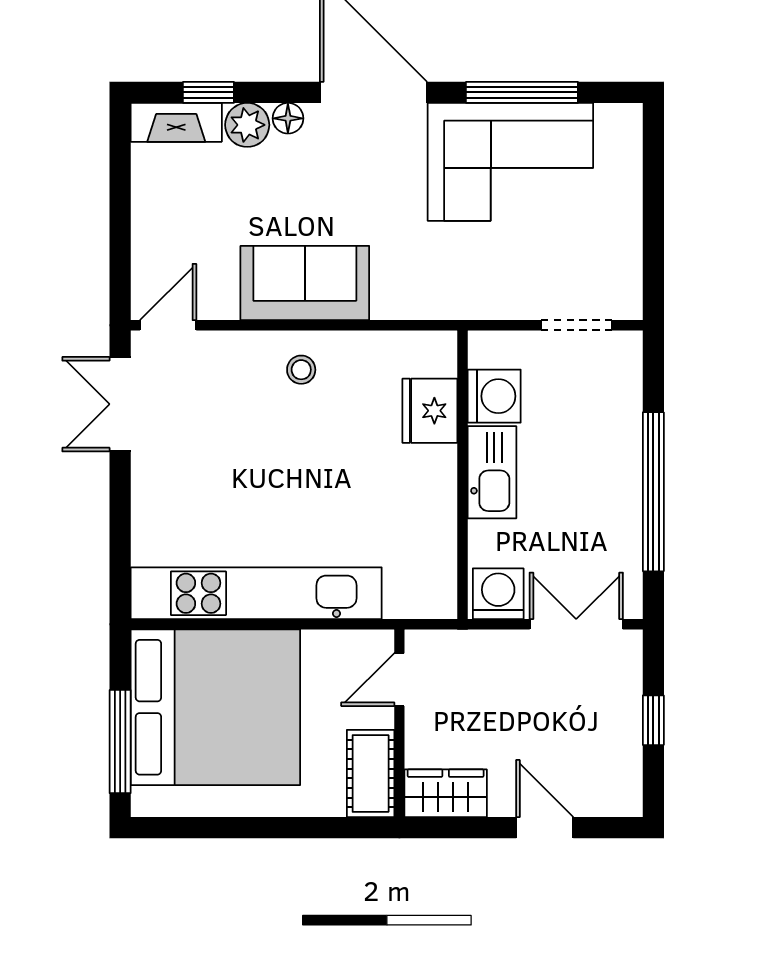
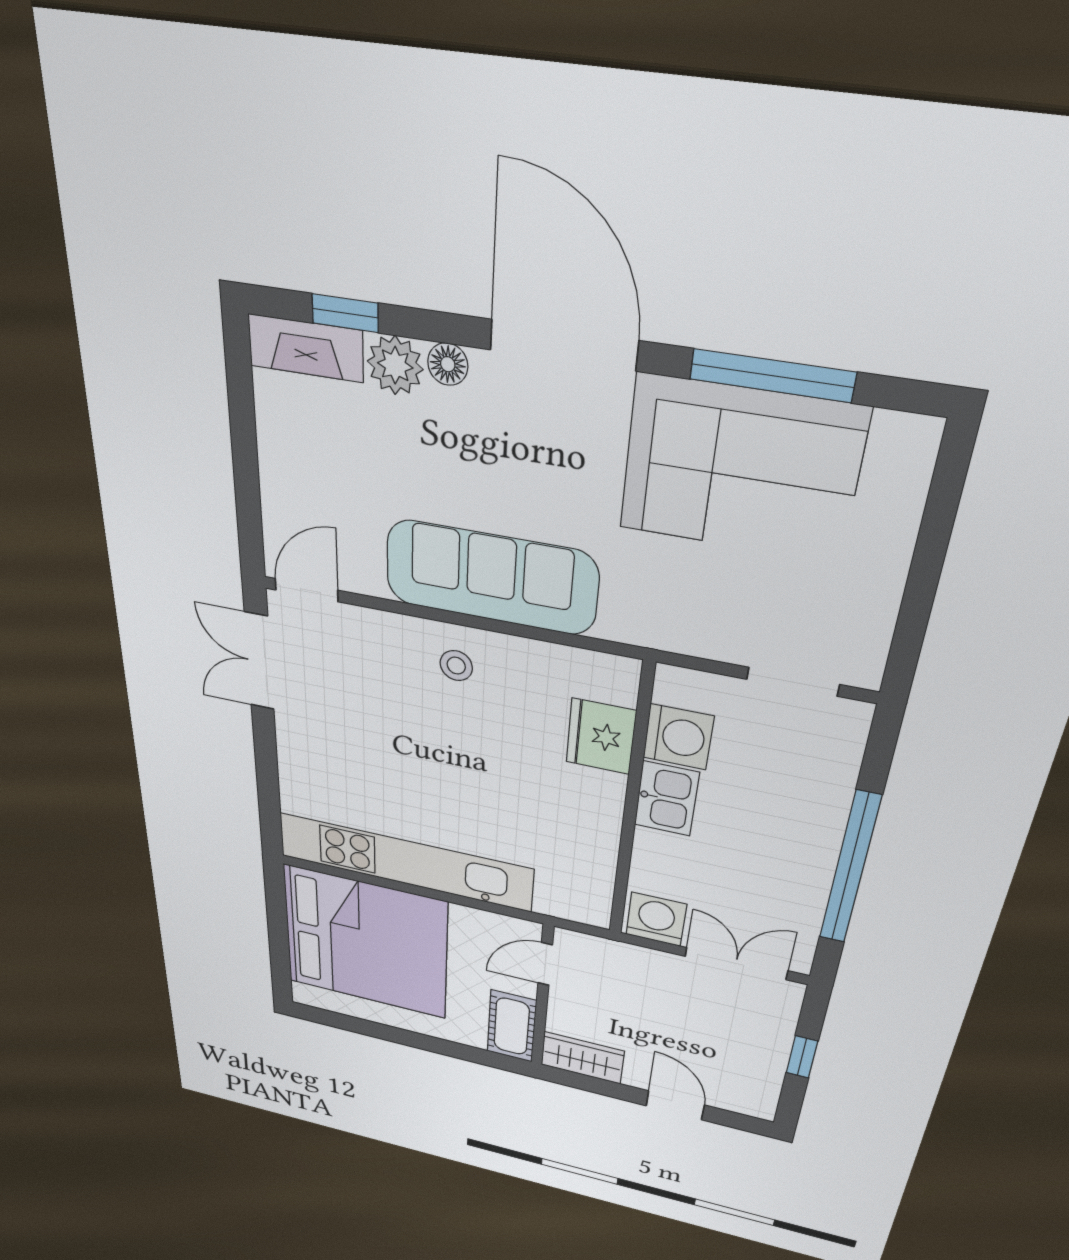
sofa: (305, 283) -> (491, 578), width x1.36
kitchen sink: (492, 472) -> (667, 799), width x0.73
window: (120, 742) -> (279, 947), removed

